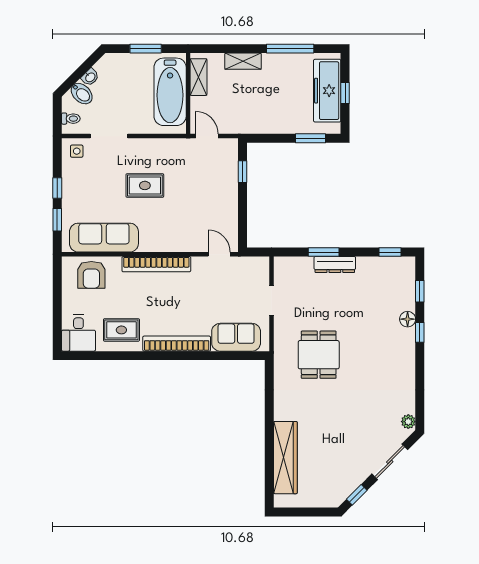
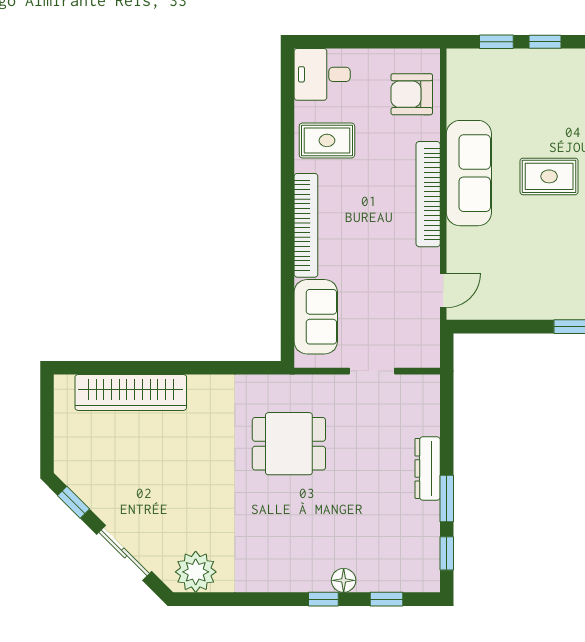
rug: (145, 185) -> (549, 176), turned 90
sofa: (104, 238) -> (469, 173), moved
window: (324, 252) -> (447, 498), moved
rug: (121, 330) -> (327, 140), turned 90
plant: (408, 422) -> (196, 572), width x1.87, depth x1.87

